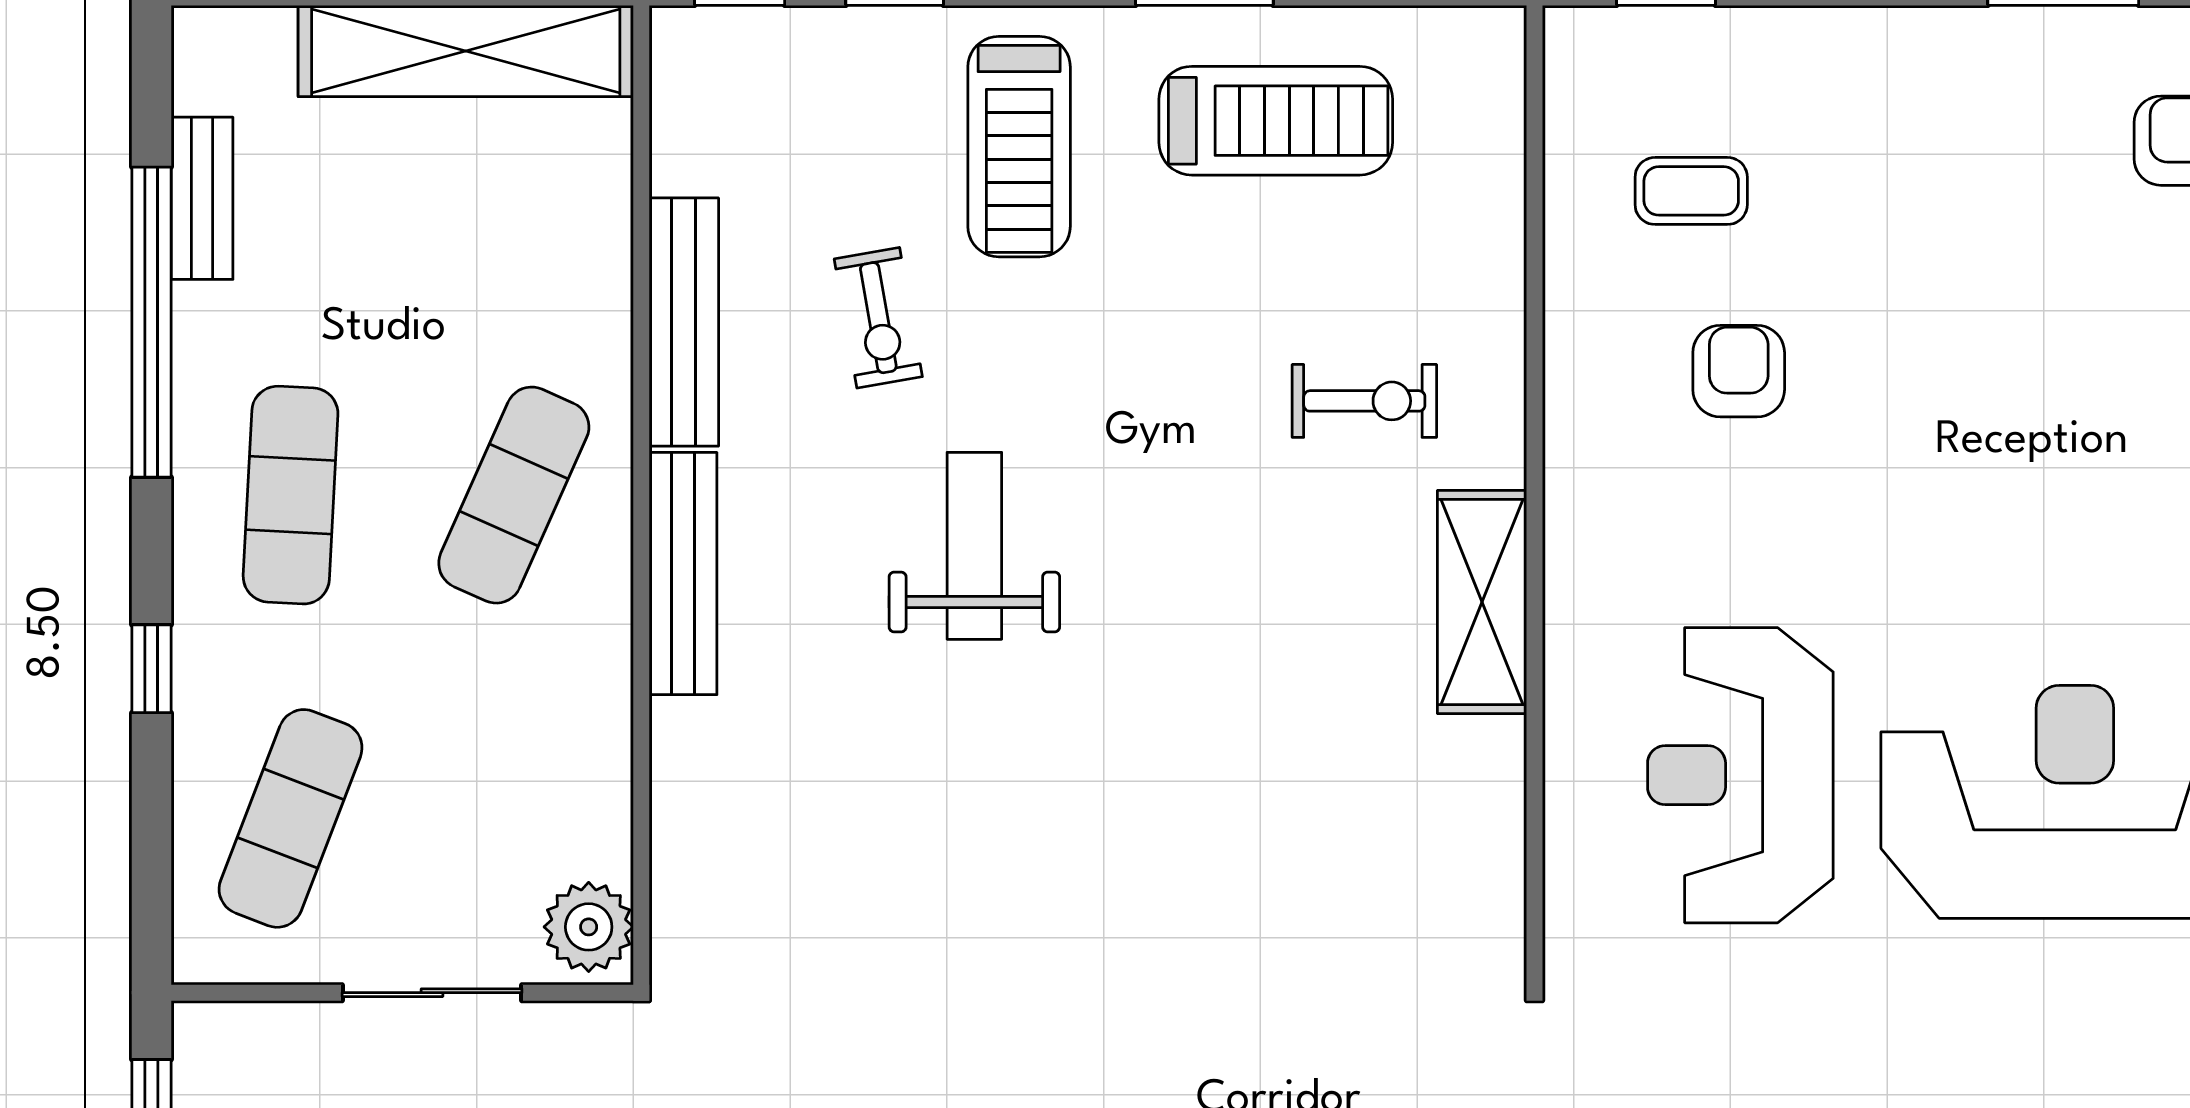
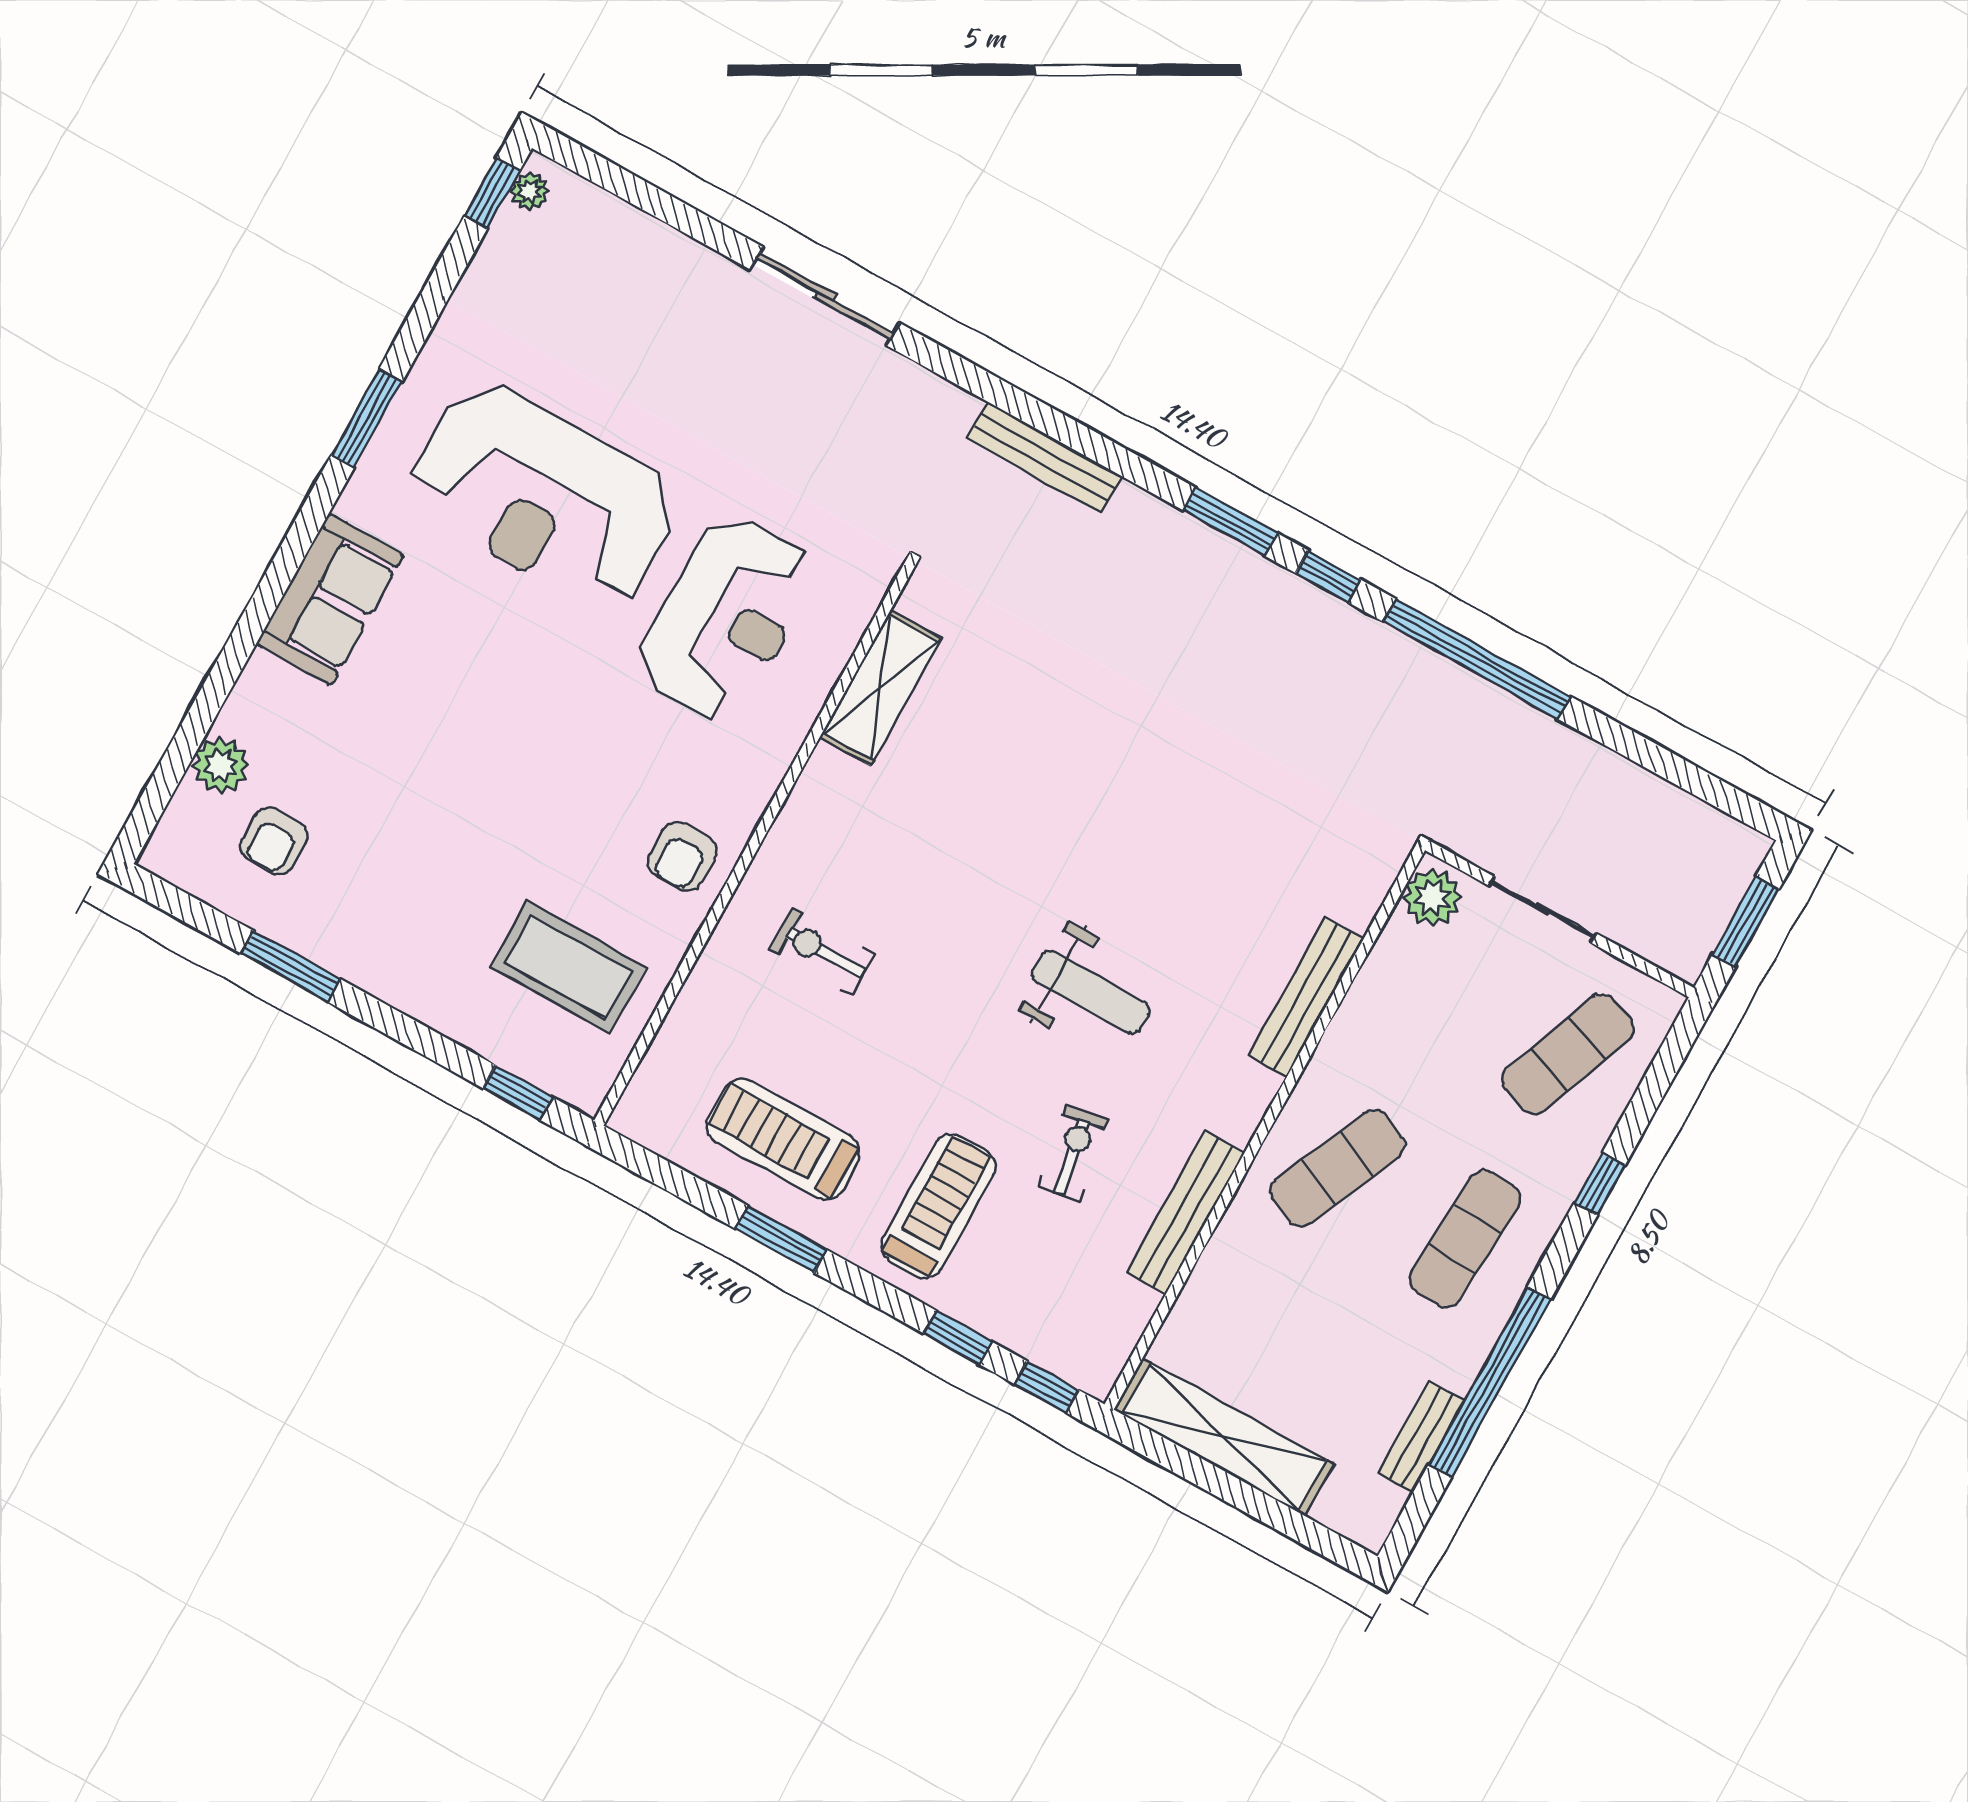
coffee table: (1691, 191) -> (568, 967), width x1.86, depth x1.72
armchair: (1739, 371) -> (682, 856), moved
weight bench: (974, 546) -> (1091, 992), turned -90
bench: (683, 574) -> (1306, 997), moved
shelving: (1482, 602) -> (880, 688), moved

